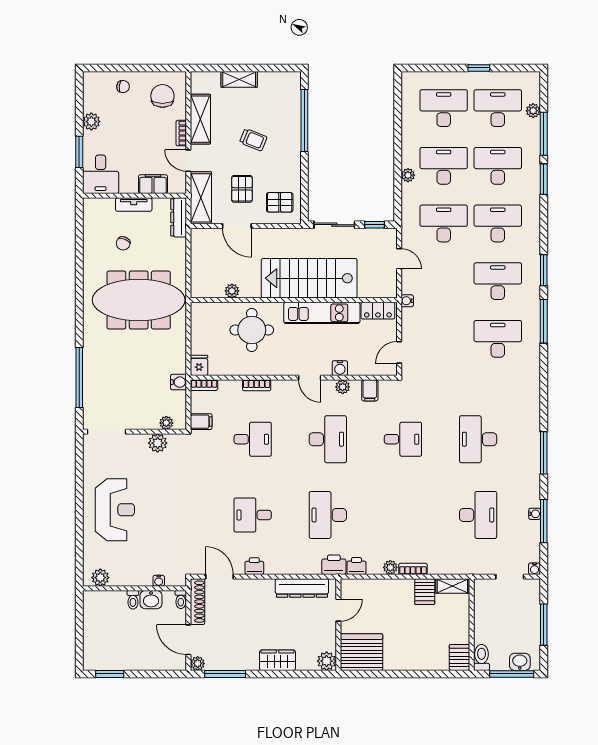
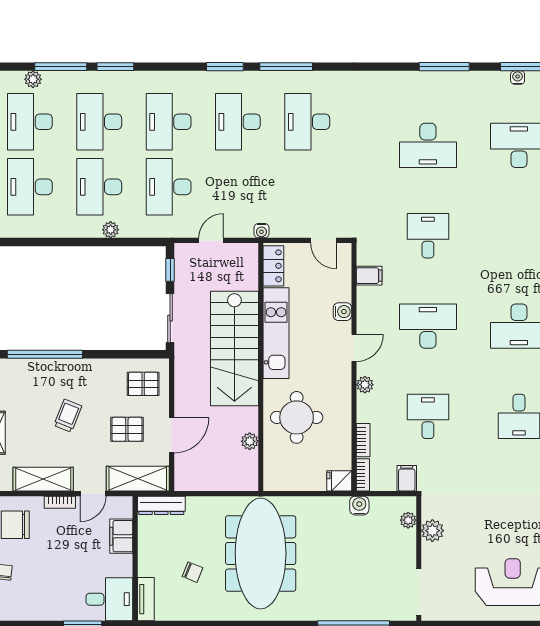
plant: (91, 122) -> (46, 610), removed
pallet: (280, 202) -> (143, 384), turned 90
tv unit: (134, 205) -> (146, 599), moved
bookcase: (257, 385) -> (363, 440), moved
plant: (343, 387) -> (365, 385), moved

